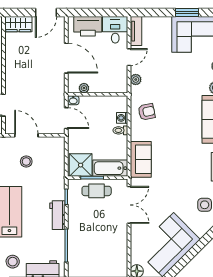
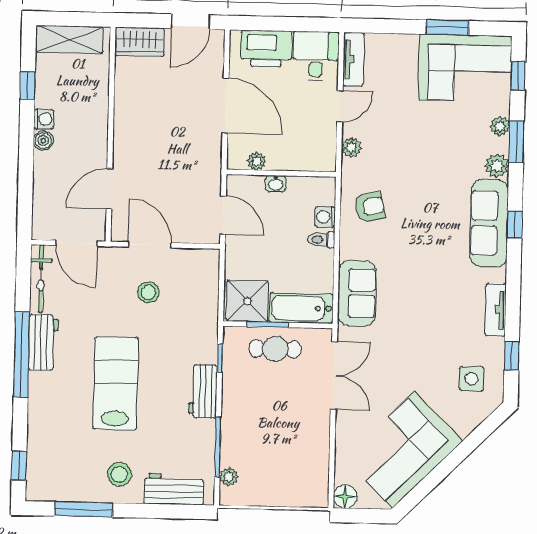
washbasin: (73, 100) -> (276, 184), moved
plant: (73, 262) -> (229, 477), added

